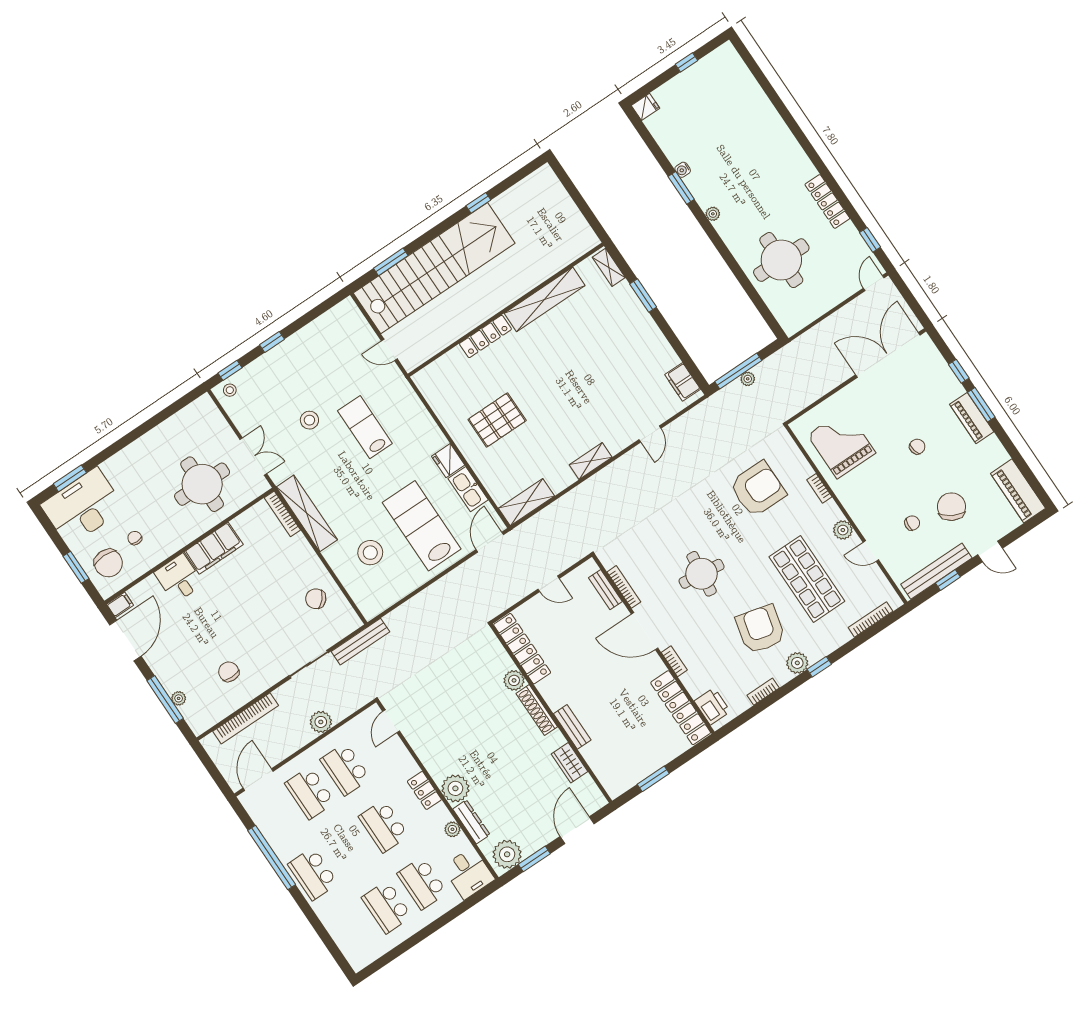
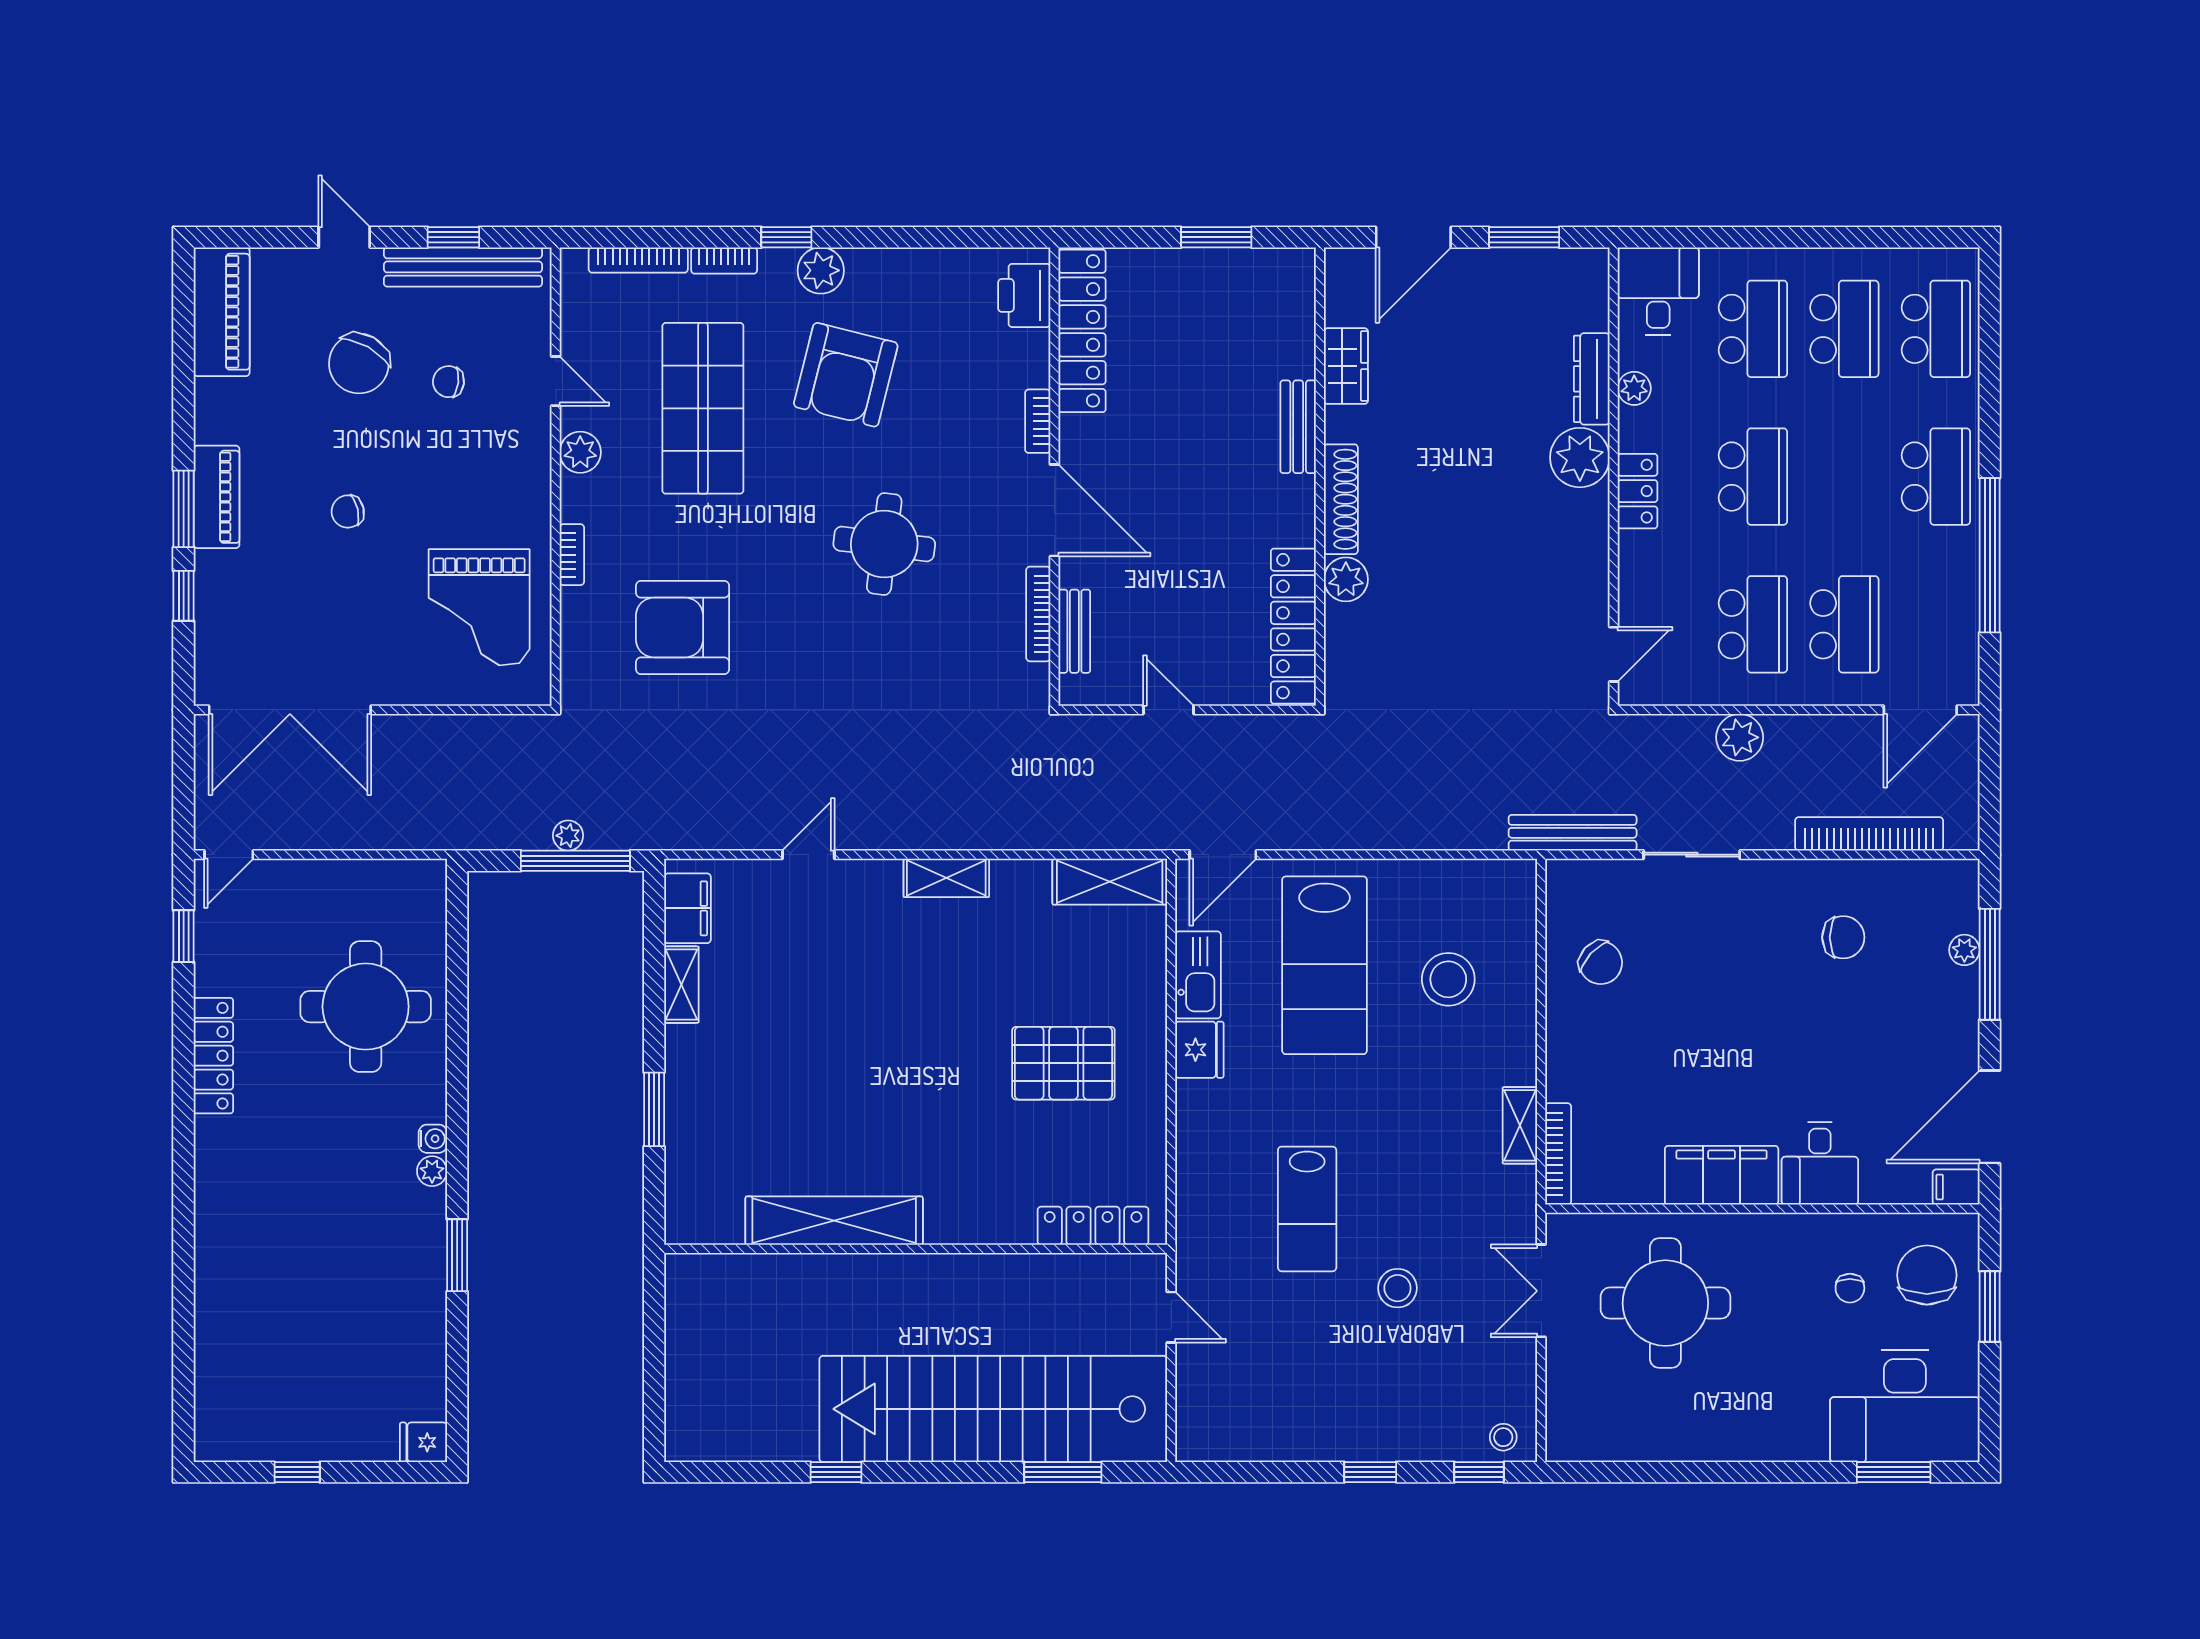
water cooler: (683, 170) -> (433, 1139), moved
shelving: (609, 267) -> (681, 985), moved
locker: (485, 336) -> (1093, 1226), moved
shelving: (307, 513) -> (1520, 1125), width x0.45, depth x0.75
chair: (229, 672) -> (1843, 937), turned -90
bookcase: (763, 692) -> (724, 260), moved
plant: (507, 854) -> (1567, 278), removed
school desk: (351, 931) -> (1936, 329), added

